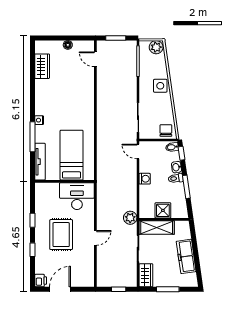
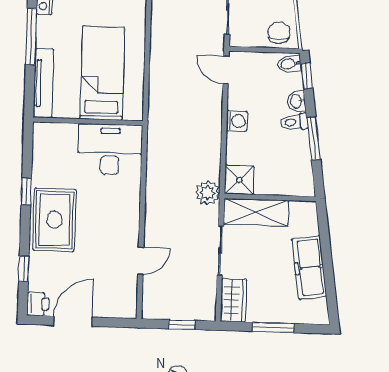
shower: (163, 210) -> (239, 180), moved
rug: (61, 235) -> (54, 220), moved
door: (95, 238) -> (141, 261), moved
window: (33, 250) -> (24, 269), moved

